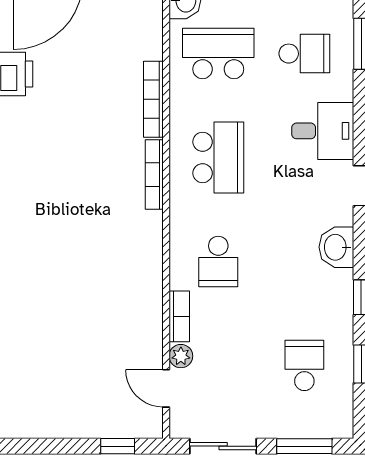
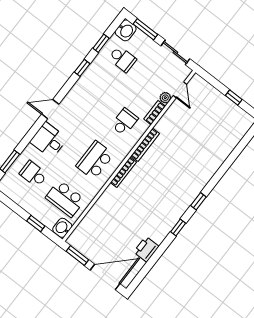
bookcase: (153, 99) -> (145, 145), moved
washbasin: (336, 247) -> (126, 30), moved
school desk: (304, 365) -> (122, 59), turned -90
window: (118, 446) -> (234, 97), moved

